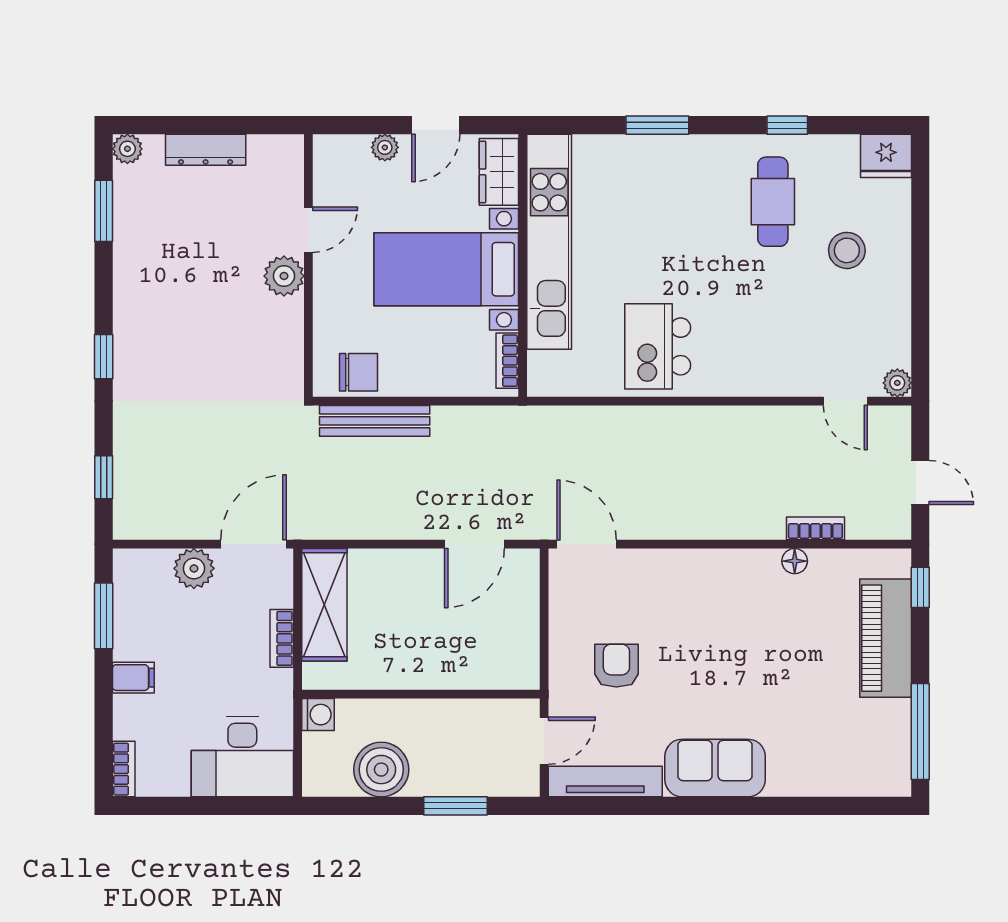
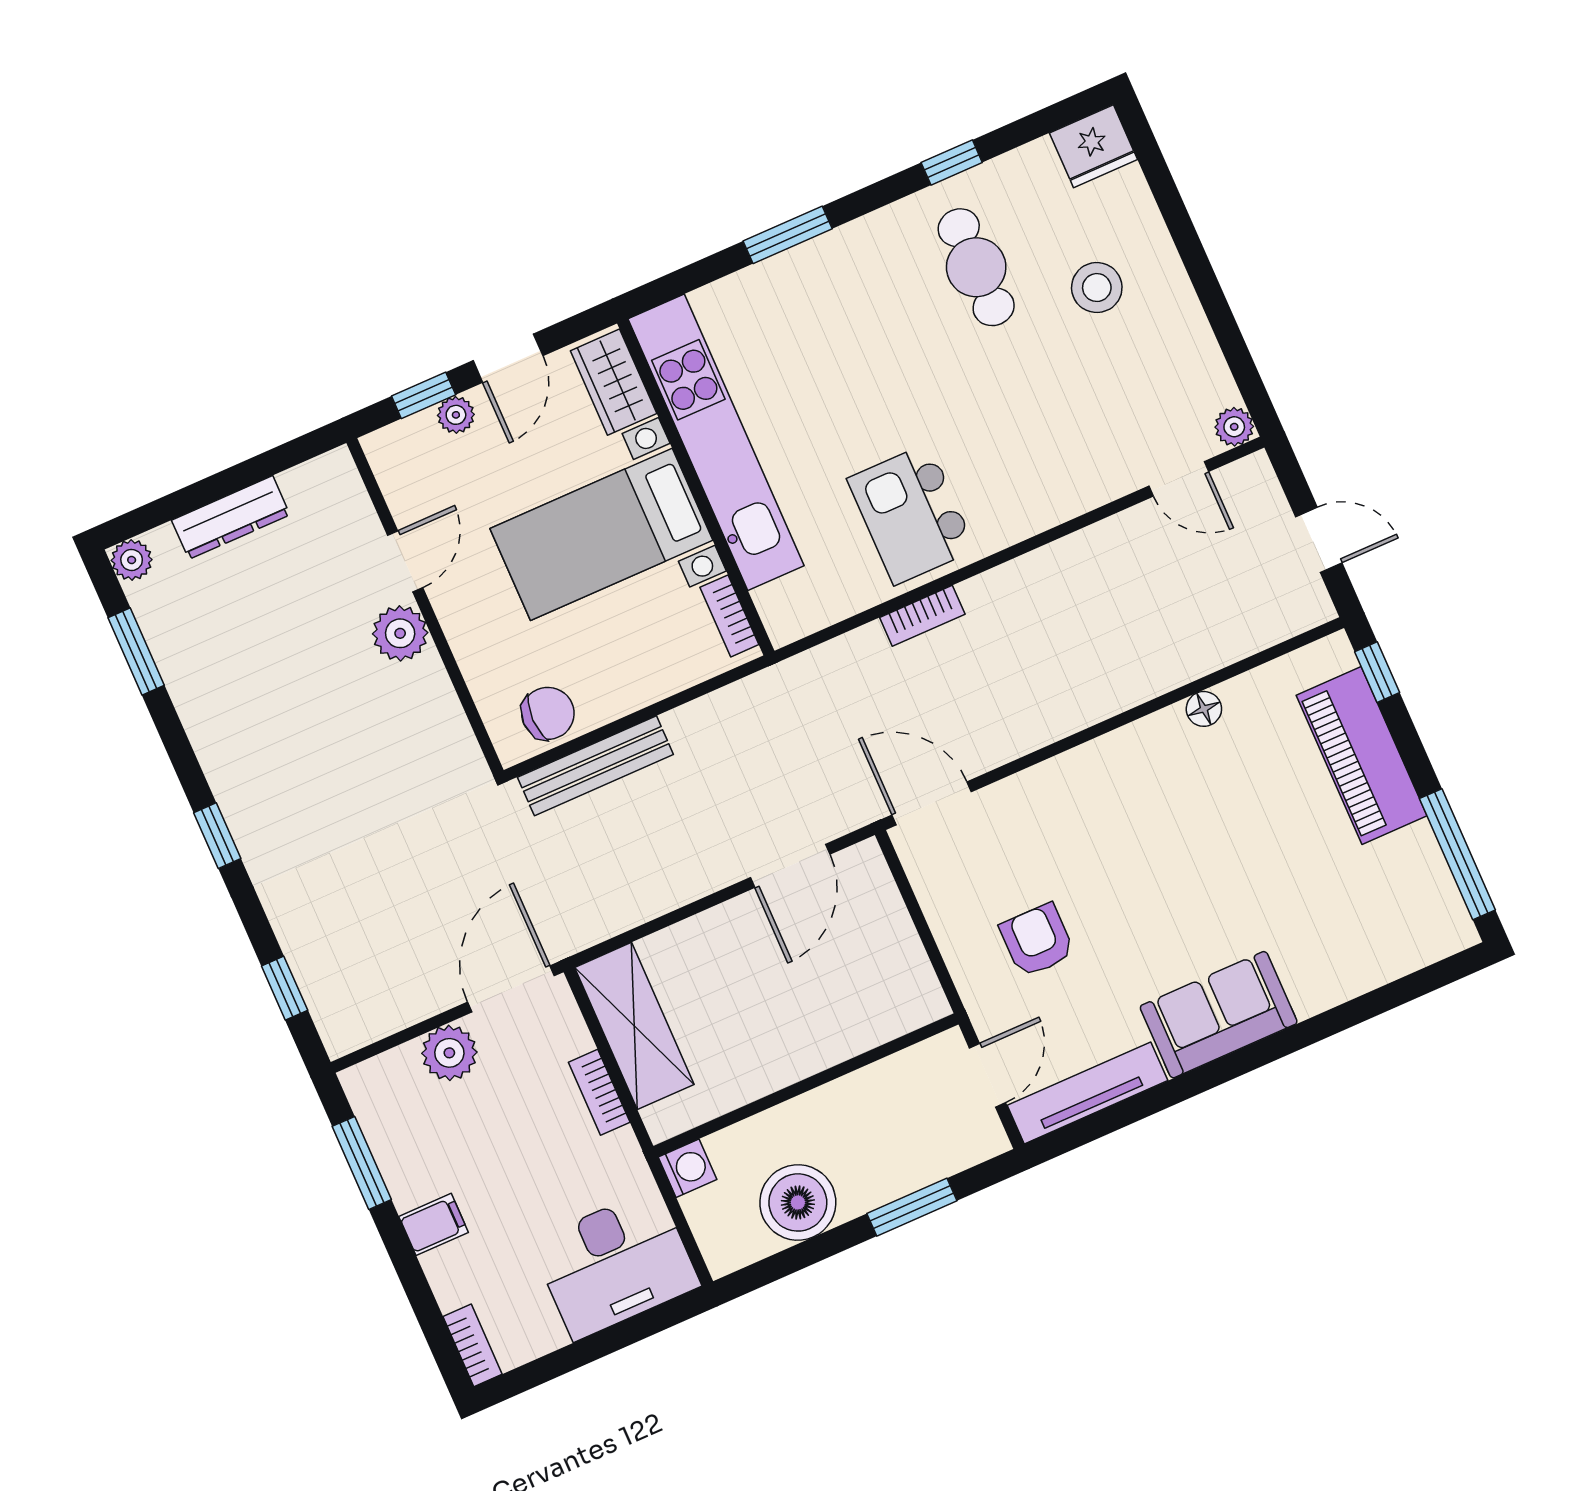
window: (369, 125) -> (424, 395), added
bookcase: (815, 528) -> (922, 616), moved, turned 180

